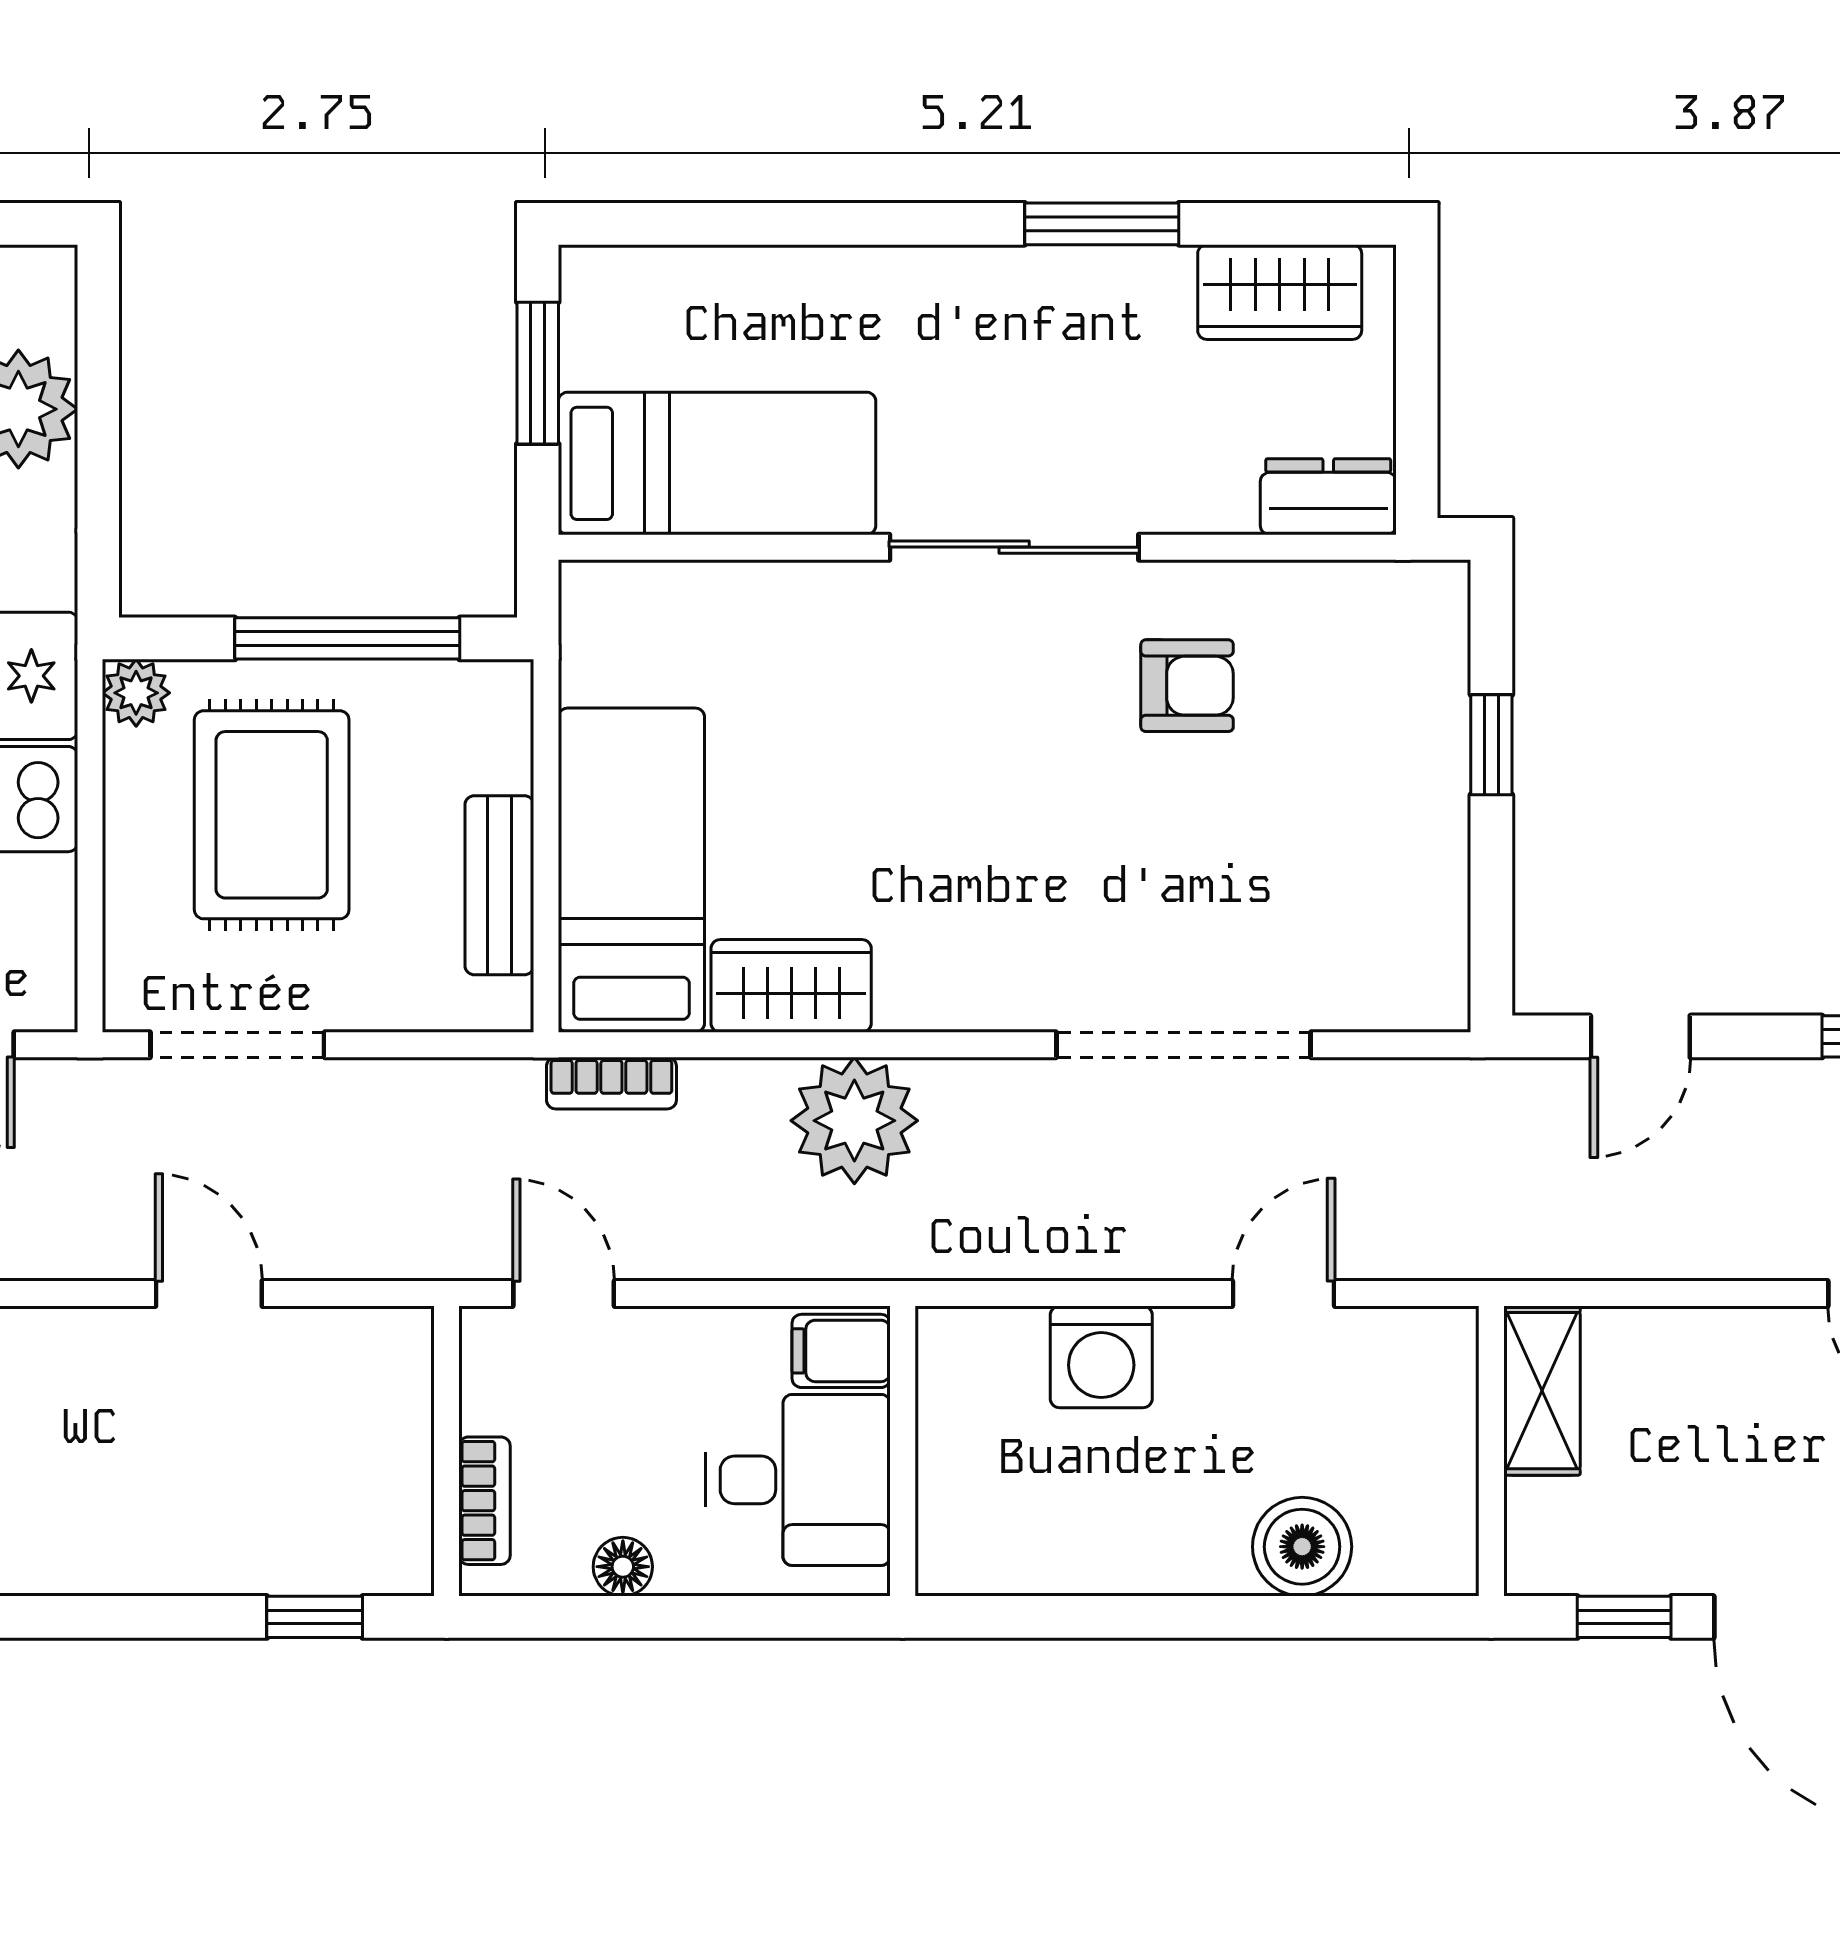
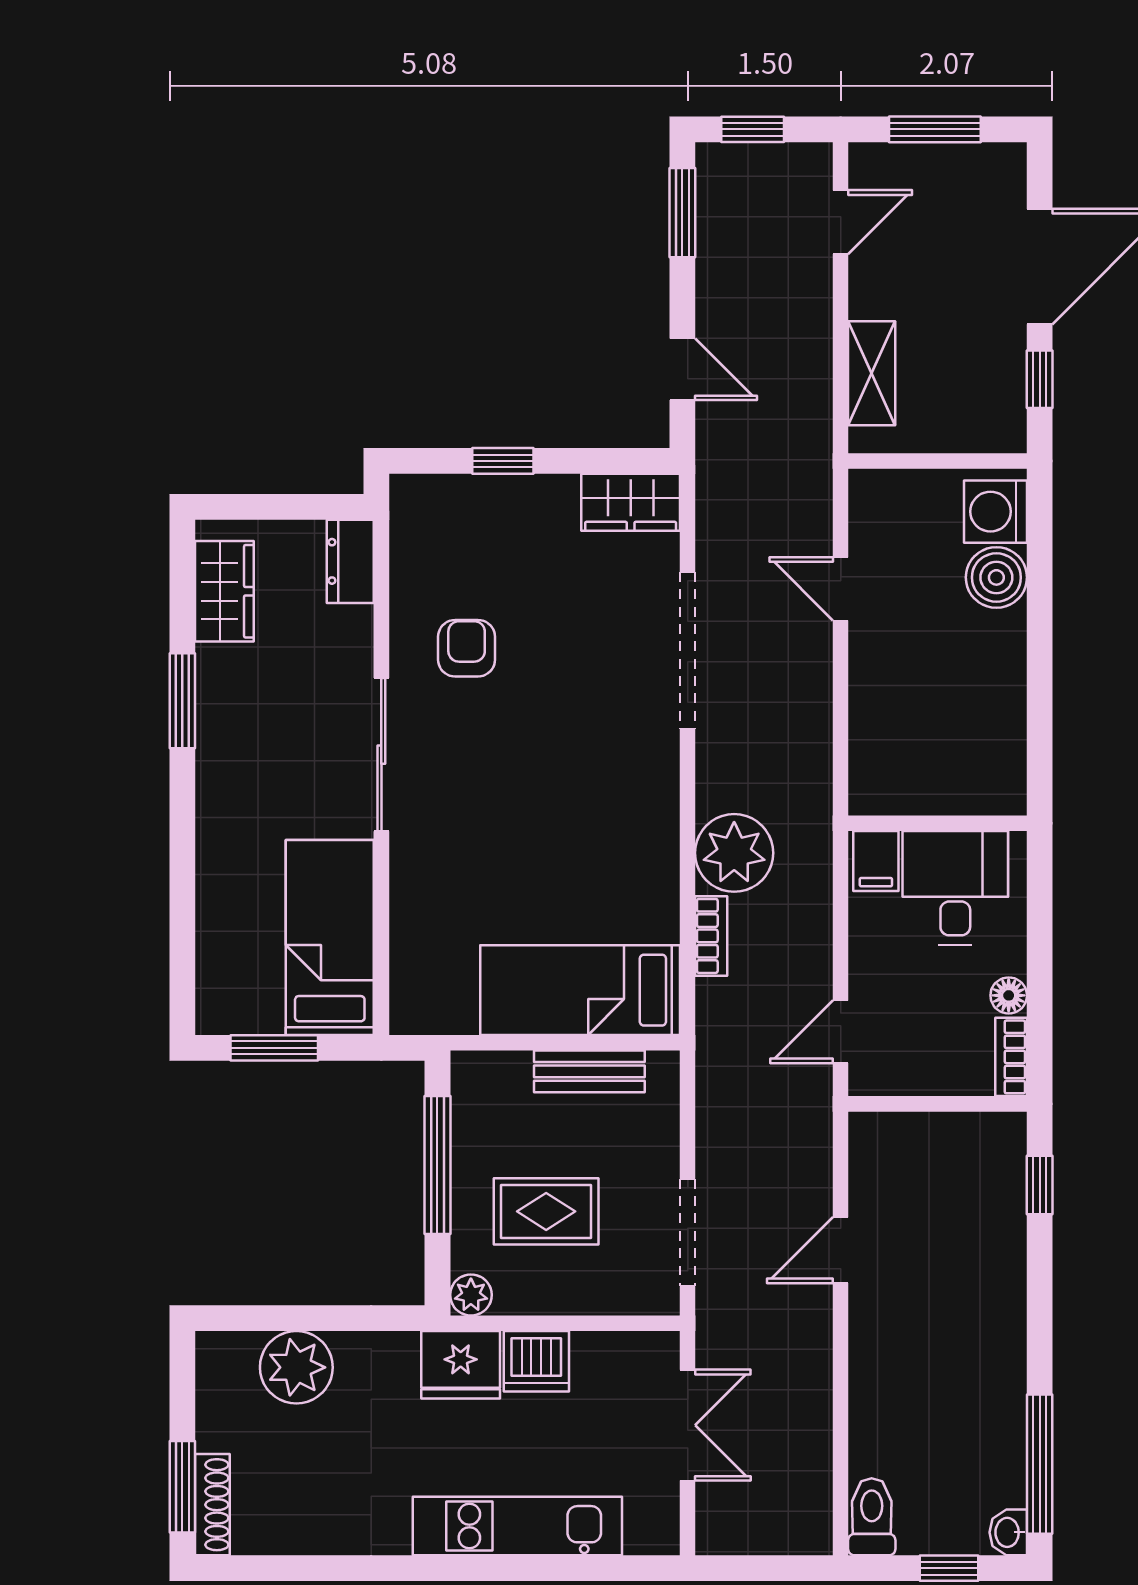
rug: (272, 815) -> (546, 1211), width x0.73, depth x0.70
wardrobe: (791, 986) -> (631, 502), moved, turned -90
bookcase: (611, 1083) -> (711, 936), moved
washing machine: (1101, 1357) -> (995, 512), moved, turned 180
shelving: (1542, 1391) -> (872, 373), moved, turned 90
bookcase: (485, 1501) -> (1011, 1057), moved, turned -90

